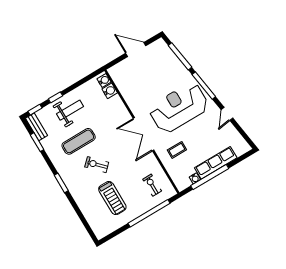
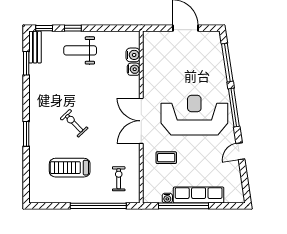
water cooler: (104, 80) -> (134, 69), moved
weight bench: (70, 110) -> (80, 50), turned 180
exercise mat: (79, 141) -> (70, 88), removed
window: (61, 183) -> (26, 134), moved
treadmill: (112, 198) -> (70, 168), turned 90

